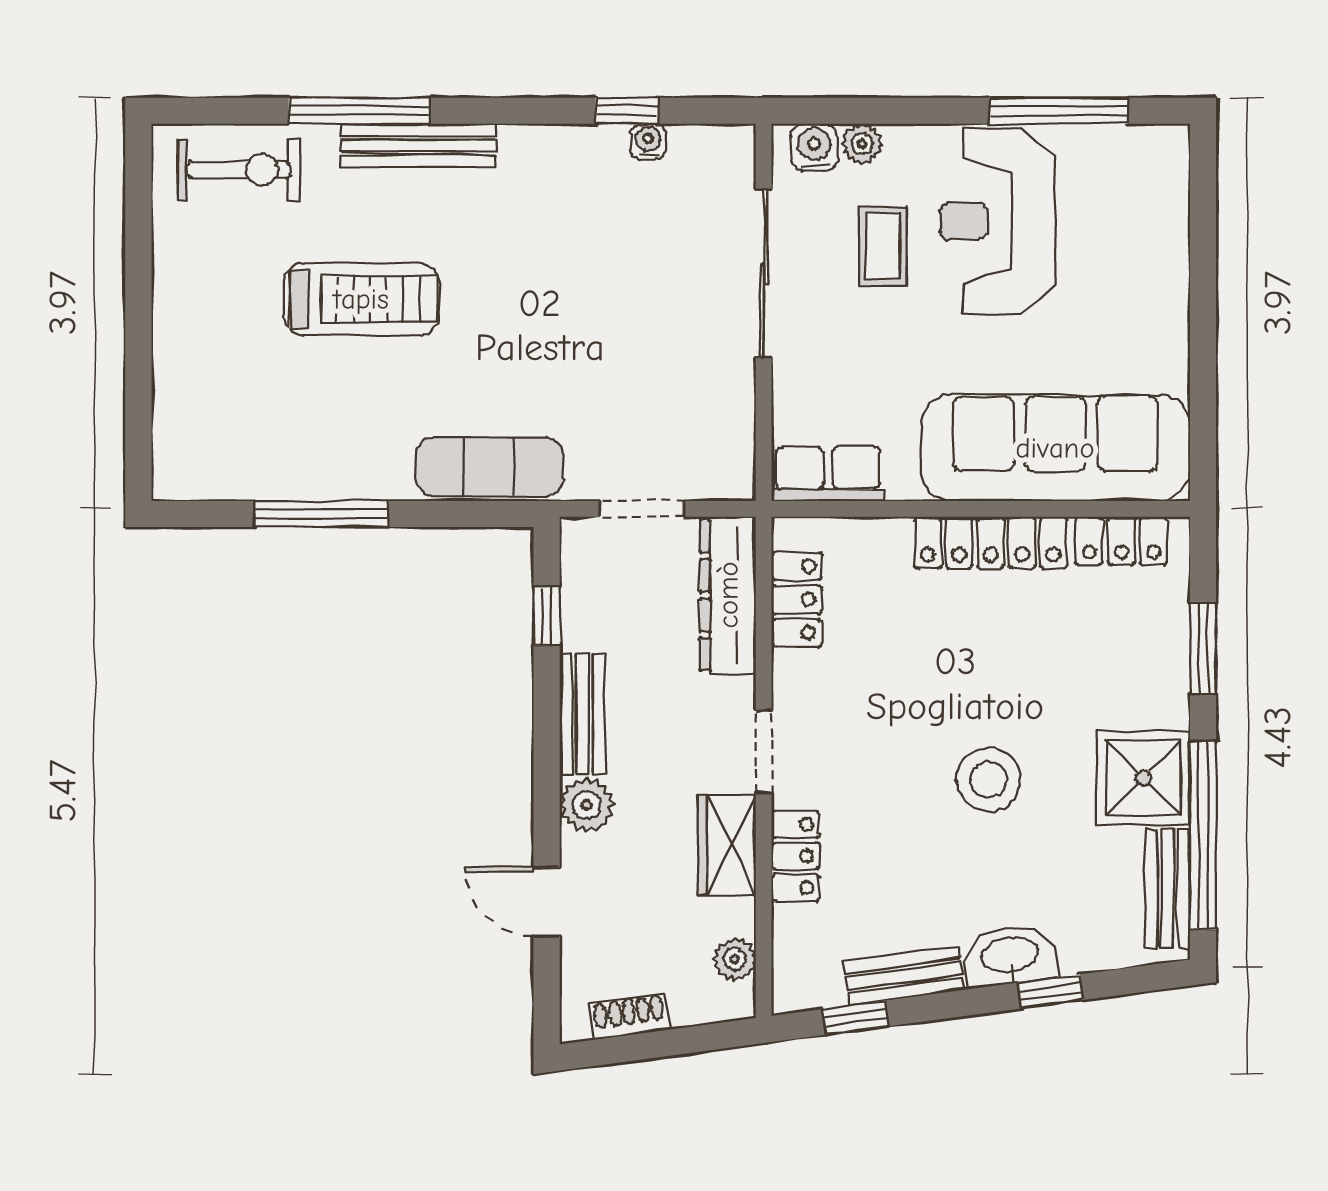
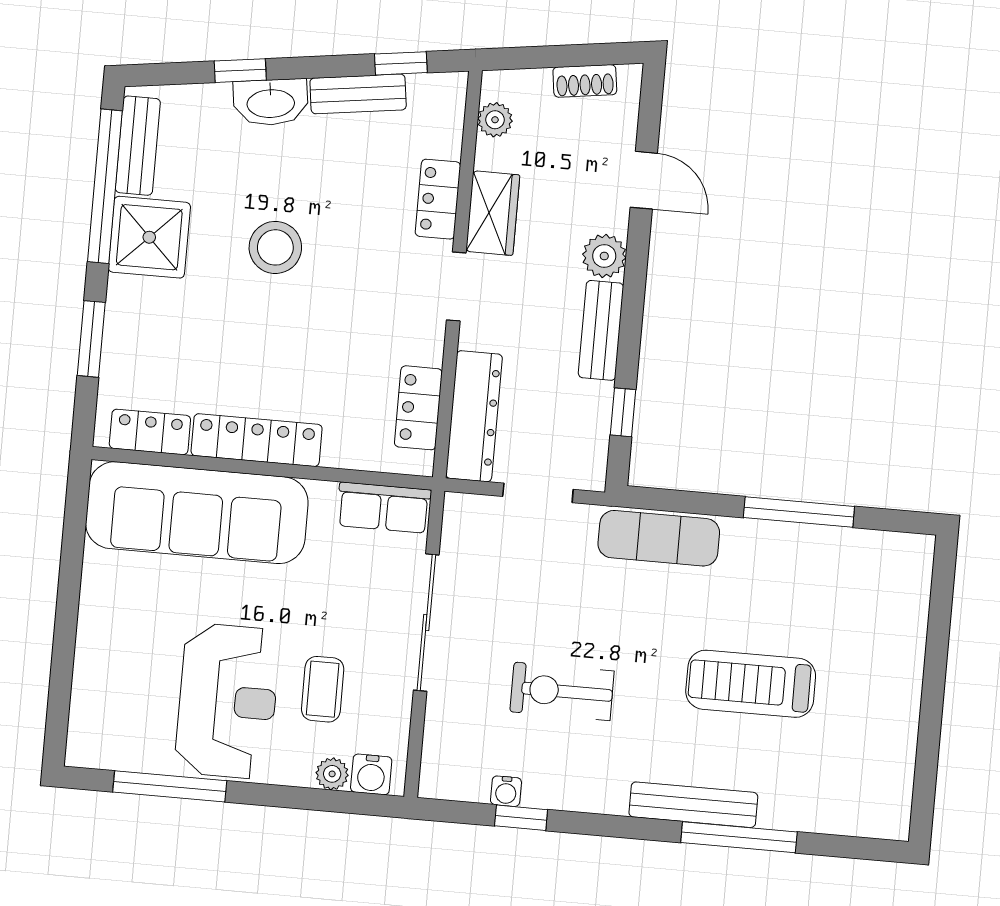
exercise bike: (239, 170) -> (562, 691), moved
sliding door: (764, 273) -> (426, 623), moved

